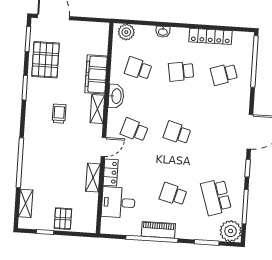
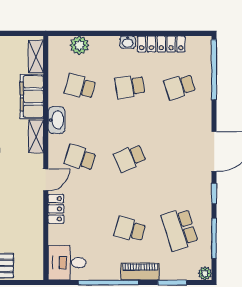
plant: (126, 32) -> (79, 45), moved
washbasin: (163, 32) -> (128, 42), moved
school desk: (177, 133) -> (130, 158), turned -39
shelving: (93, 178) -> (36, 57), moved
desk: (118, 202) -> (67, 263), moved
piano: (158, 230) -> (140, 272), moved
plant: (231, 231) -> (205, 273), width x0.53, depth x0.53

